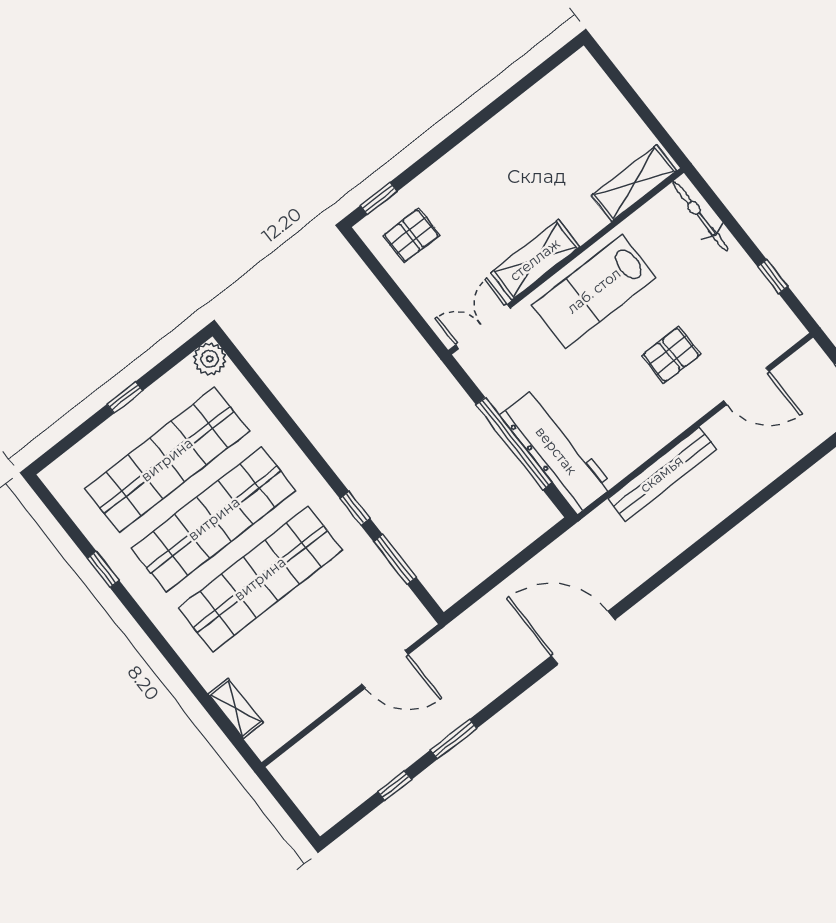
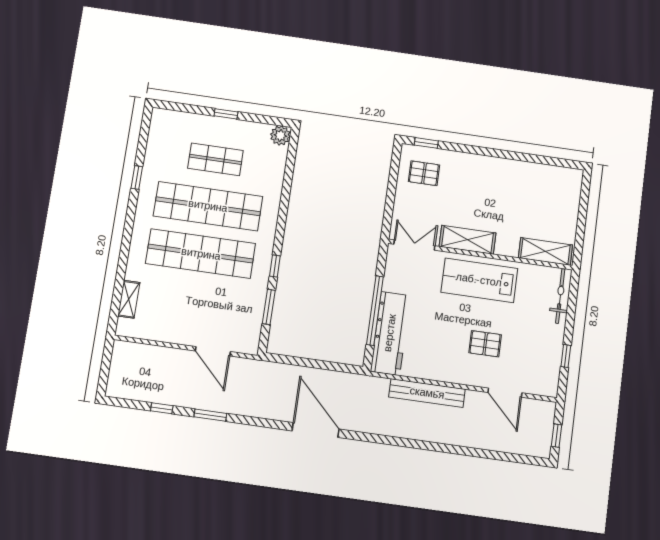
shop shelf: (167, 460) -> (215, 159), width x0.50, depth x0.74

